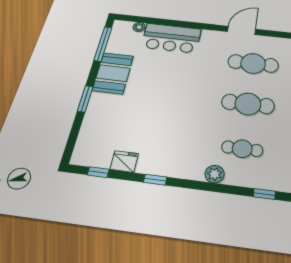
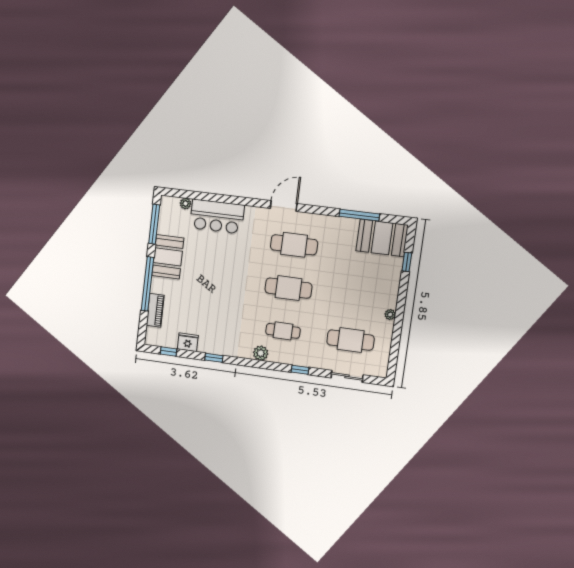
window: (85, 99) -> (148, 284), width x2.11
piano: (90, 126) -> (155, 310), added

